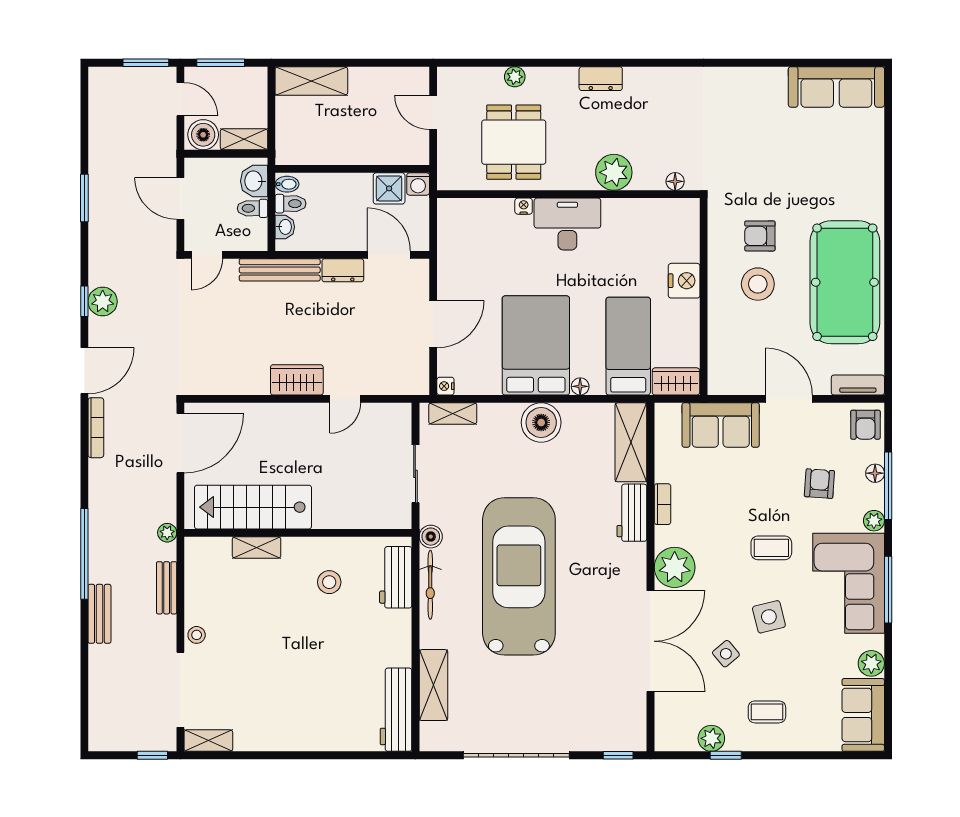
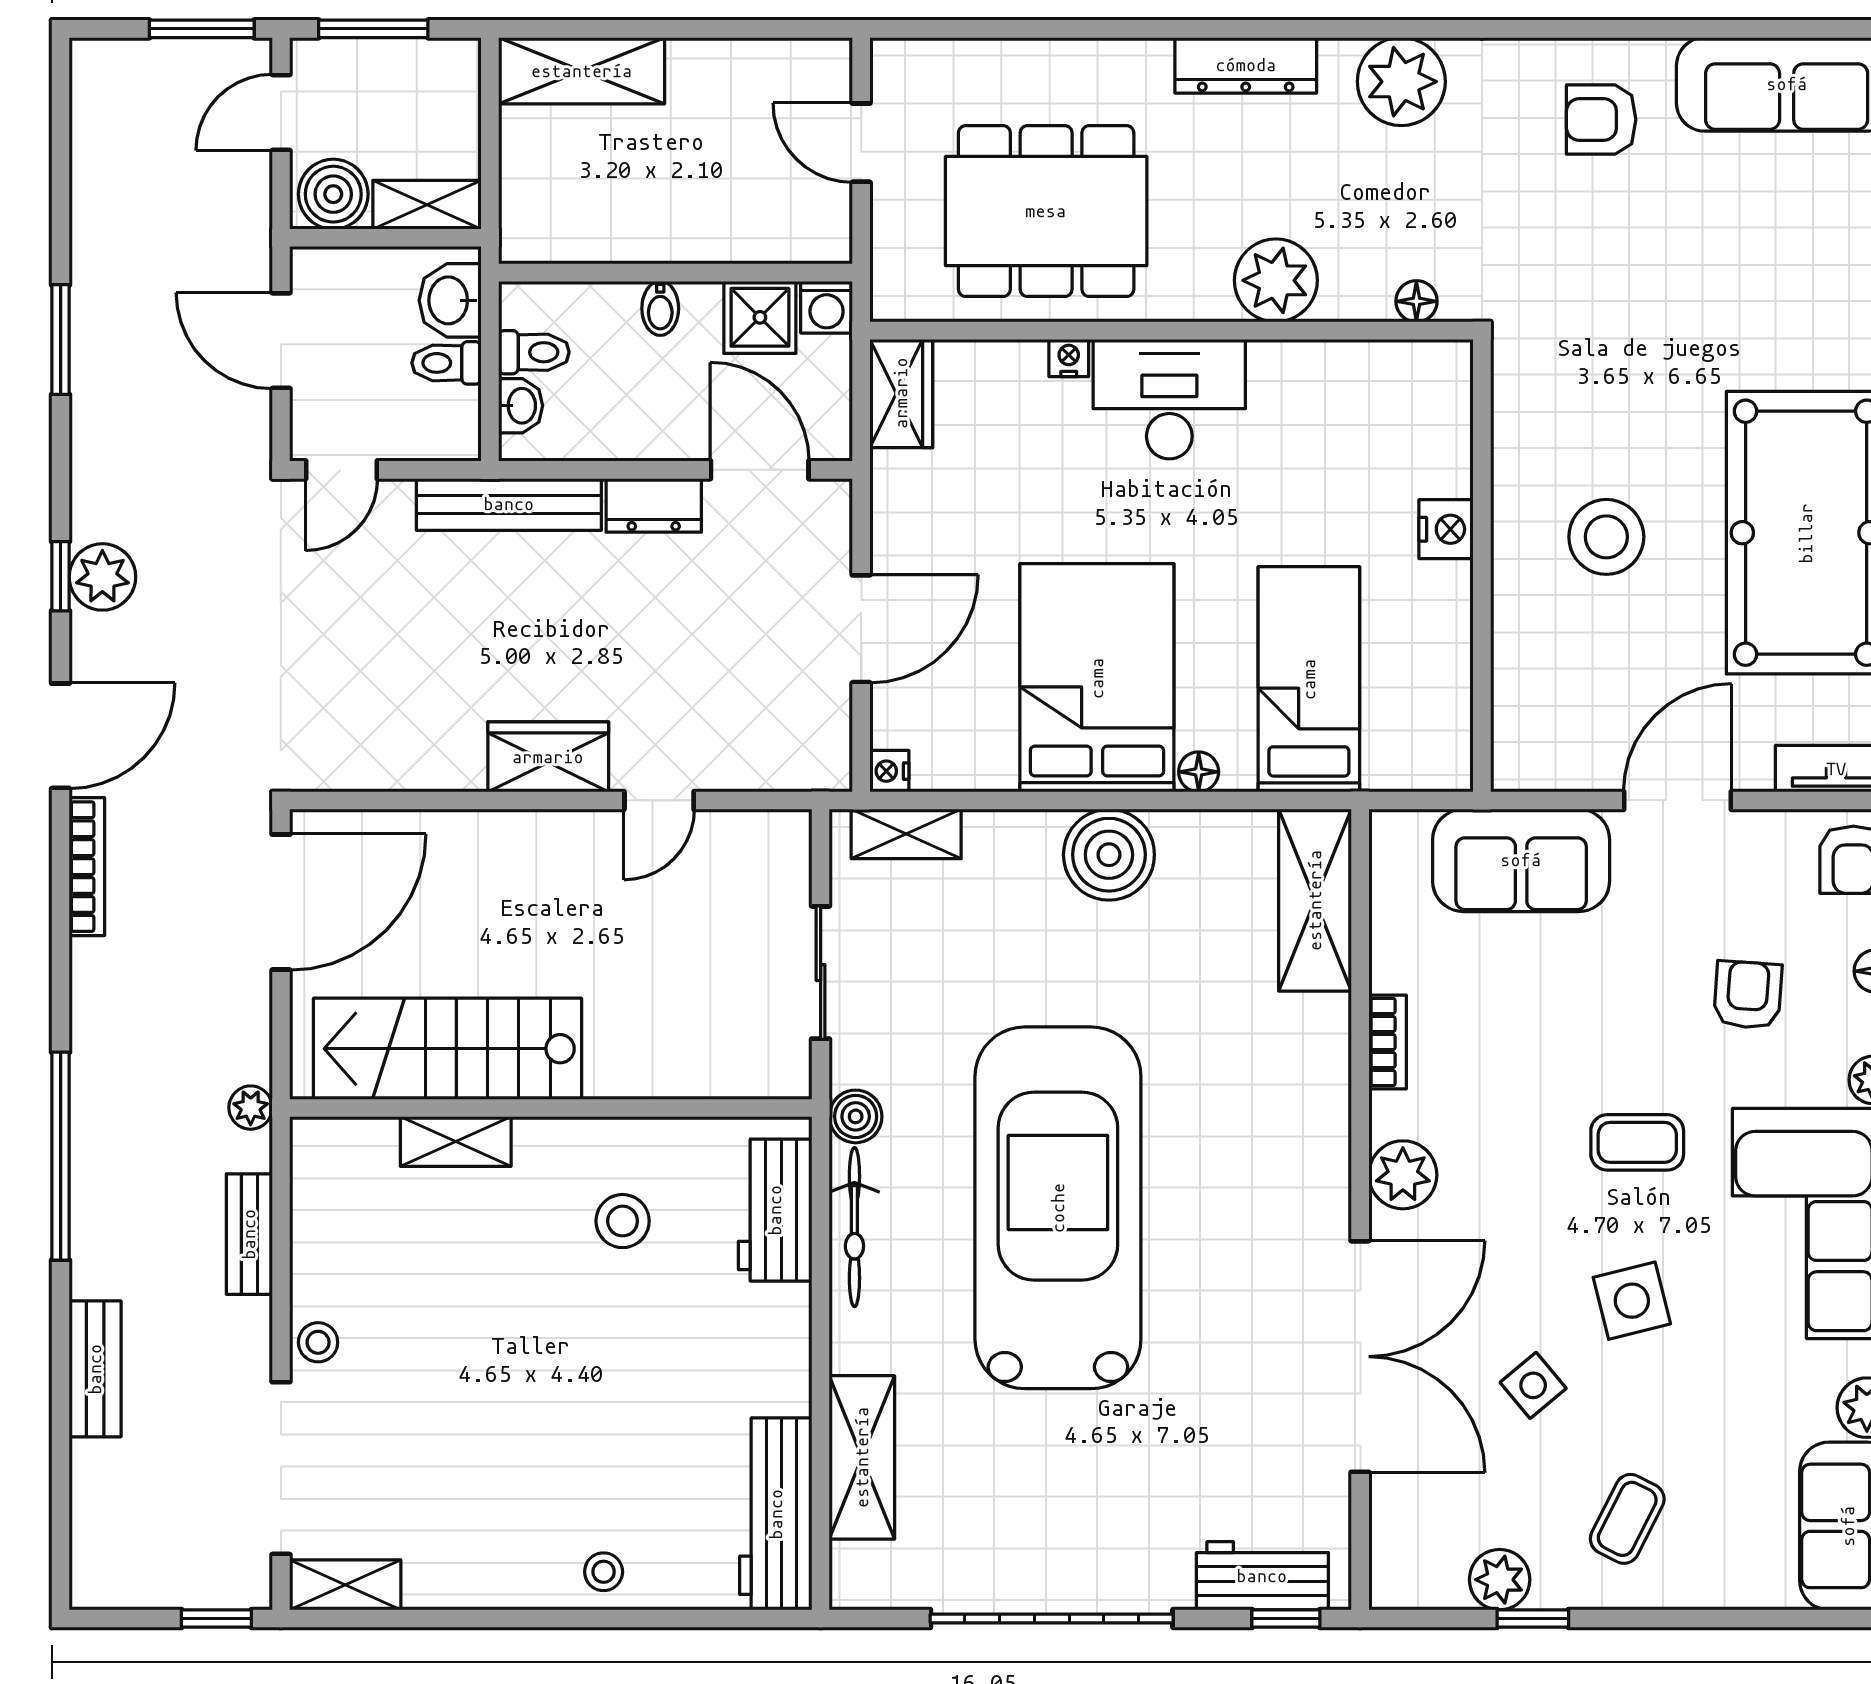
plant: (515, 77) -> (1401, 82), moved, width x1.88, depth x1.88
dresser: (601, 79) -> (1246, 65), width x1.44
door: (180, 99) -> (281, 113), swing flipped
dining table: (514, 142) -> (1046, 211), width x1.38
bidet: (287, 184) -> (660, 308), moved, turned 90
armchair: (760, 236) -> (1601, 120), moved
nightstand: (684, 281) -> (1446, 529), width x0.74, depth x0.75
wardrobe: (676, 381) -> (901, 393), moved, turned 90
door: (789, 399) -> (1678, 800), hinge flipped
workbench: (632, 513) -> (1262, 1576), moved, turned 90
plant: (675, 567) -> (1403, 1175), width x0.73, depth x0.73
bench: (99, 614) -> (95, 1369), moved
coffee table: (767, 712) -> (1627, 1519), turned -63
stool: (321, 735) -> (604, 1572), added

